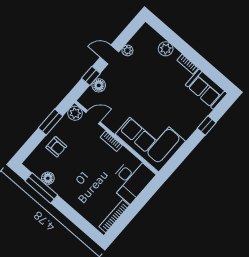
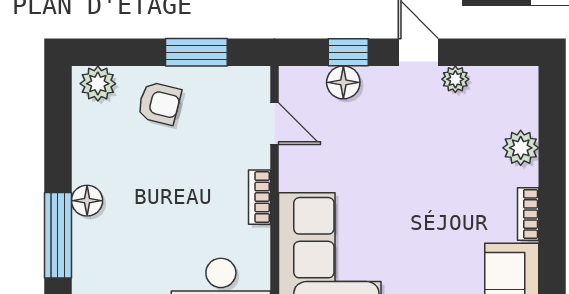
plant: (75, 113) -> (98, 84), moved
armchair: (56, 147) -> (159, 103), turned -76
floor lamp: (48, 178) -> (87, 201), moved
window: (41, 188) -> (58, 235), moved

